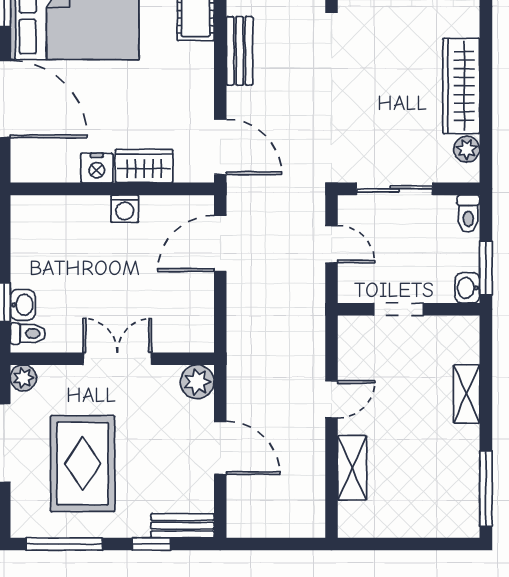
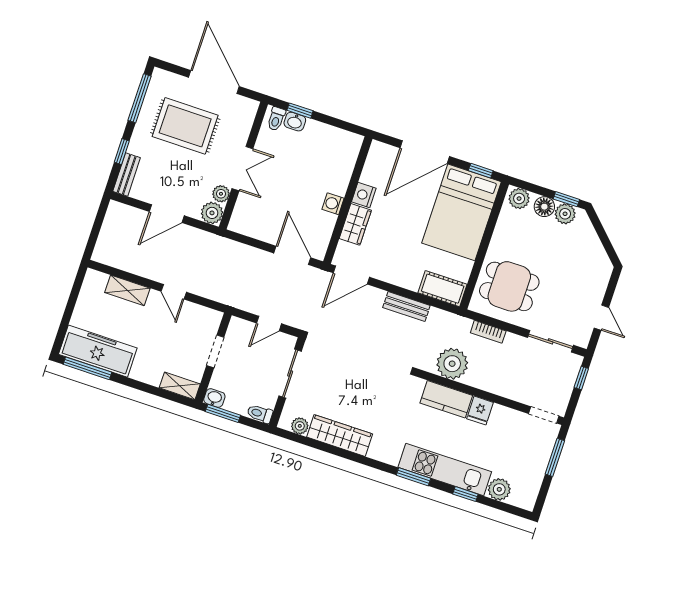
plant: (23, 378) -> (221, 194), moved
shelving: (467, 394) -> (180, 386), moved
freezer: (456, 482) -> (98, 351), added

